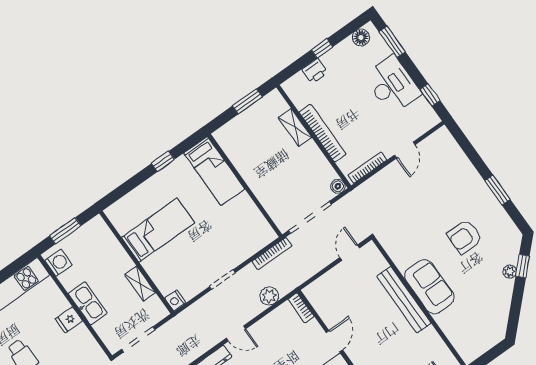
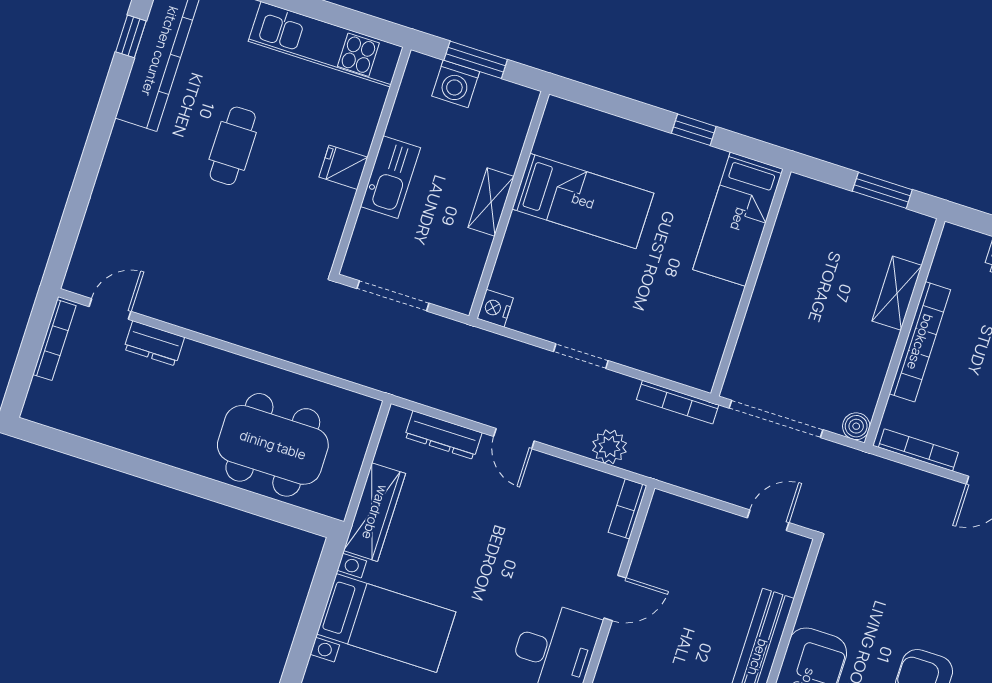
washing machine: (58, 263) -> (456, 84), moved, turned 90
shelving: (140, 284) -> (491, 202), moved

